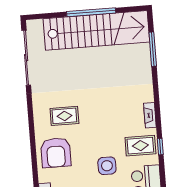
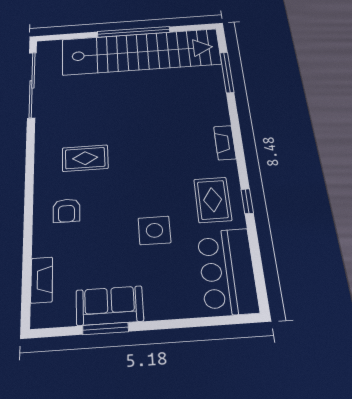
fireplace: (150, 115) -> (225, 143), moved
rug: (140, 146) -> (213, 200), turned 90
armchair: (56, 153) -> (66, 211), width x0.53, depth x0.53

